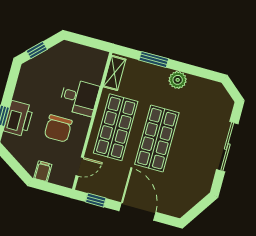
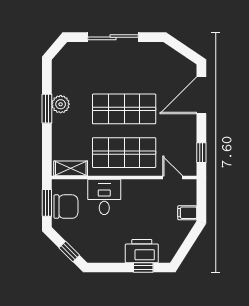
window: (88, 42) -> (47, 203), added
window: (154, 59) -> (47, 109), moved
chair: (58, 128) -> (66, 207), moved
door: (137, 211) -> (201, 95), moved

